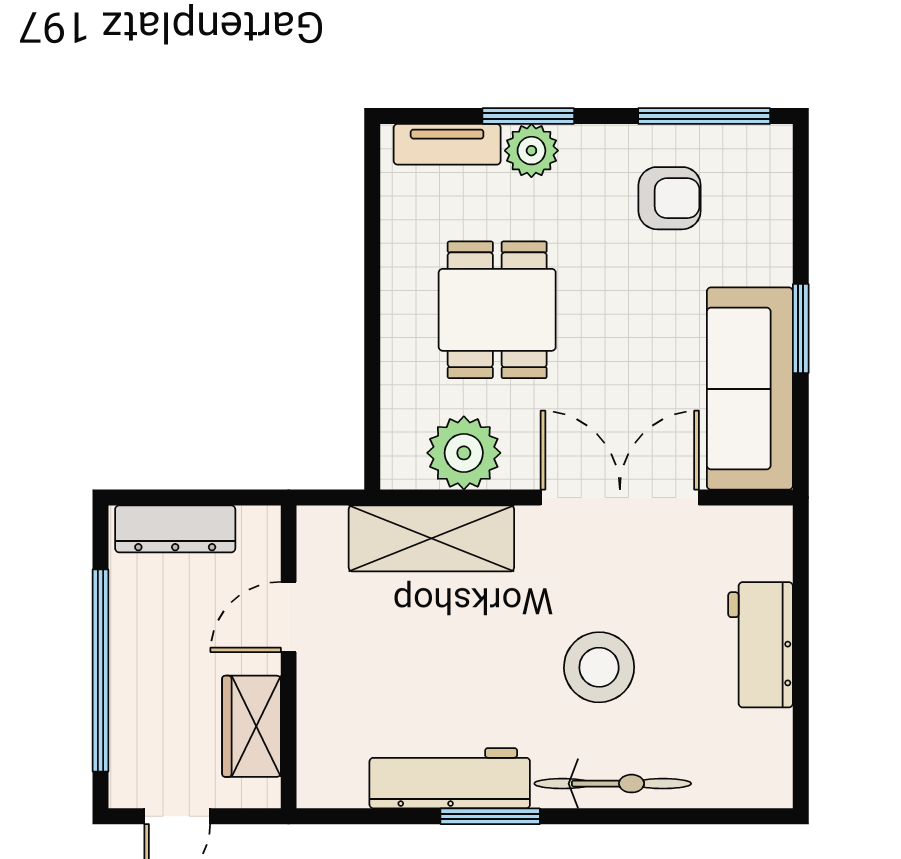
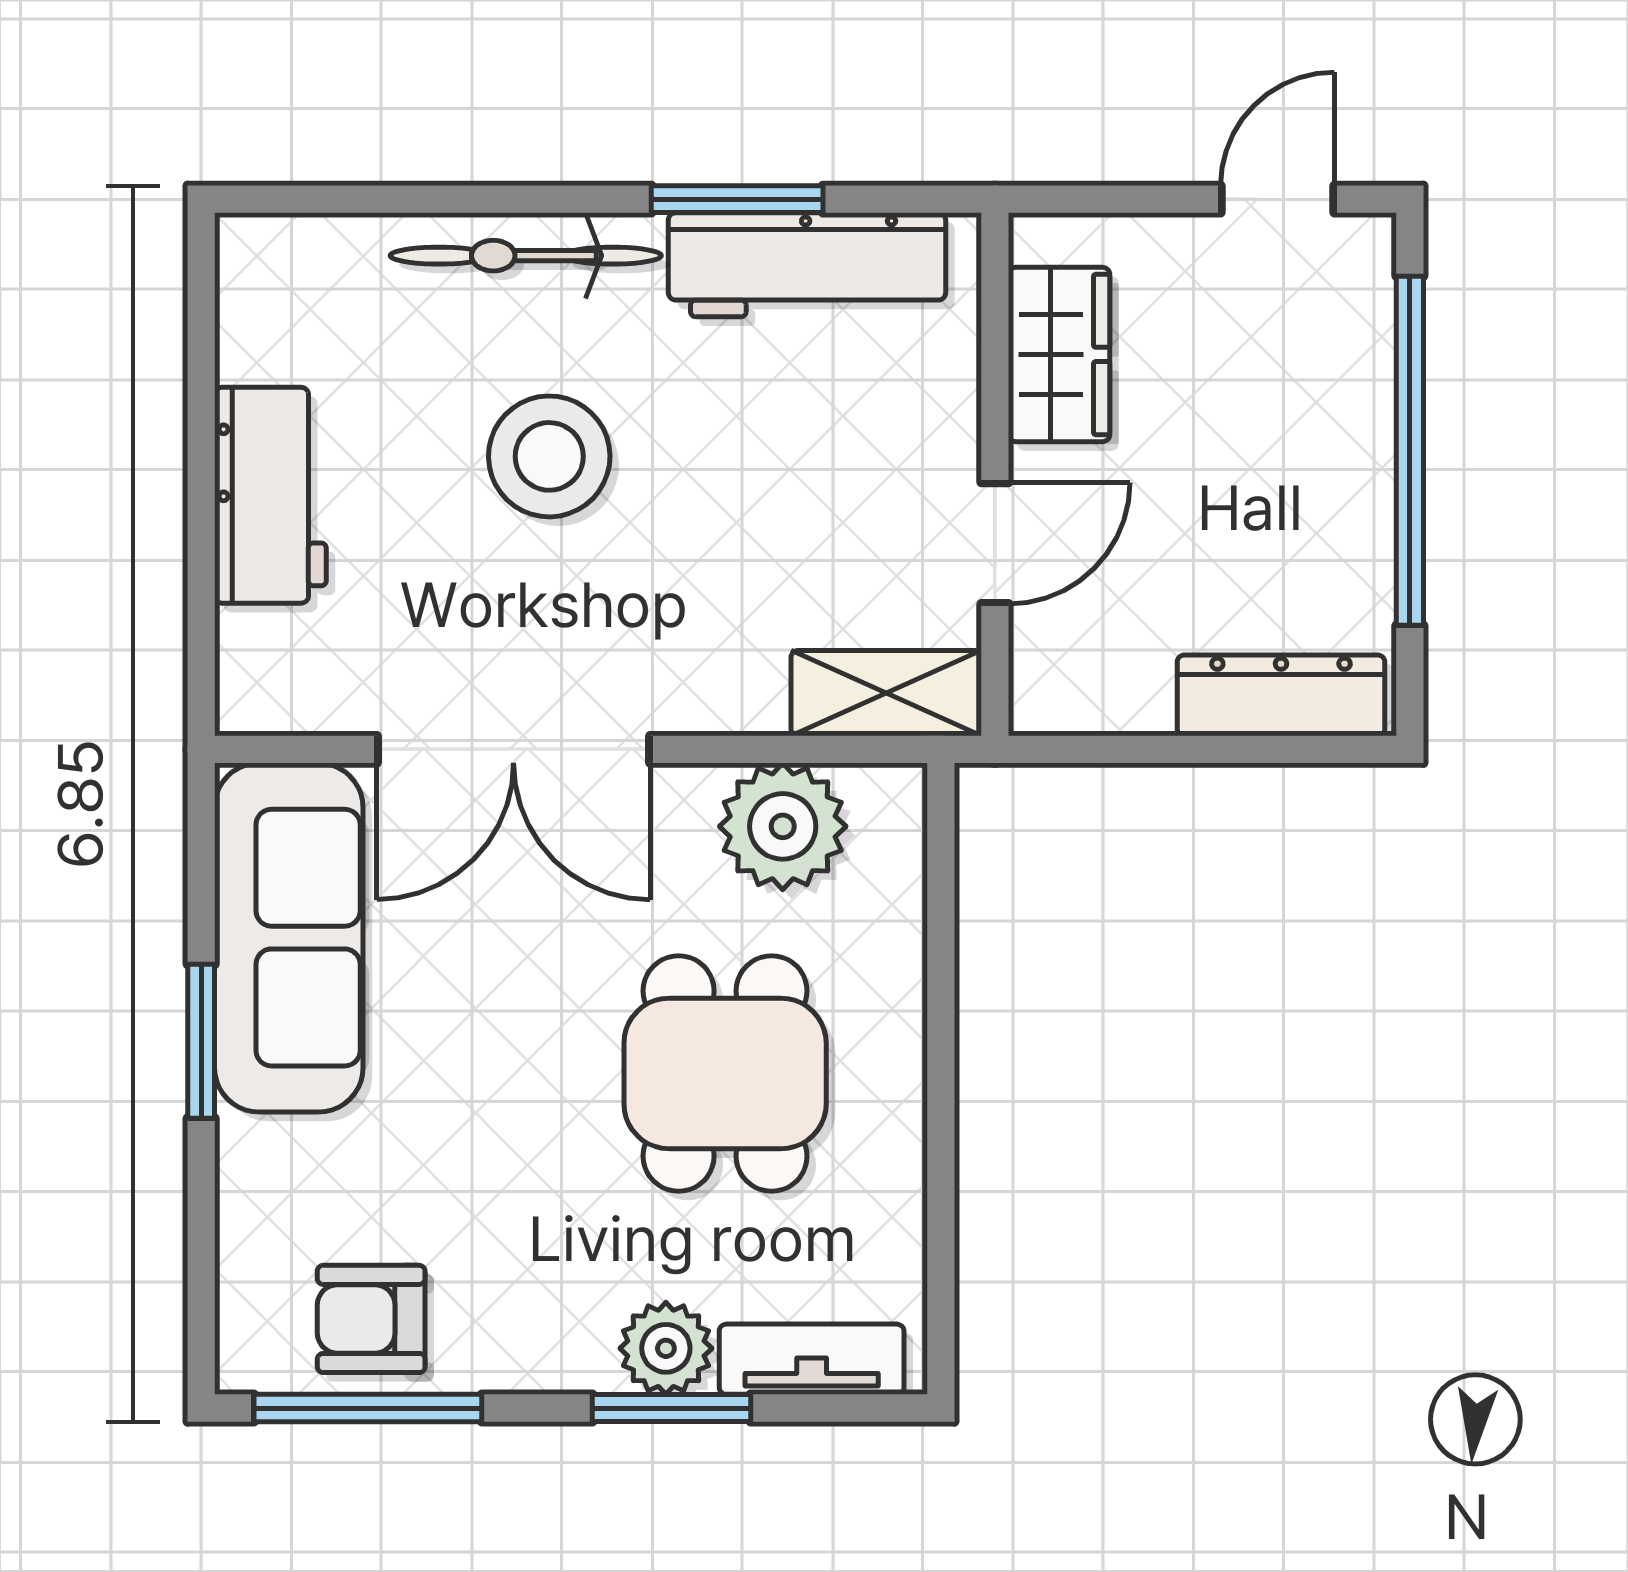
armchair: (670, 198) -> (371, 1319), moved
shelving: (431, 538) -> (886, 693), width x0.67, depth x0.75
door: (289, 617) -> (995, 543), moved
wall: (289, 657) -> (995, 474), moved
wardrobe: (251, 726) -> (1059, 354), moved

